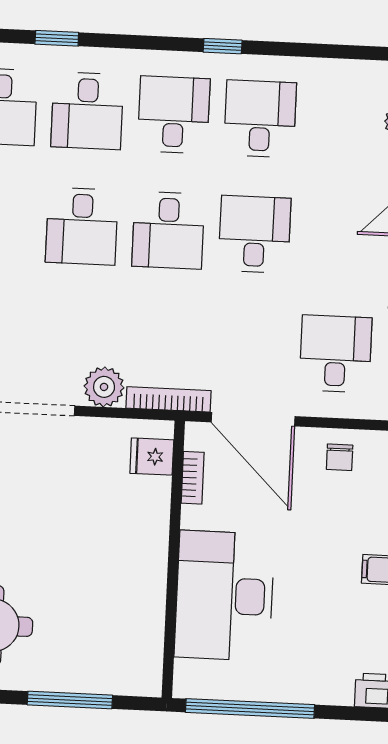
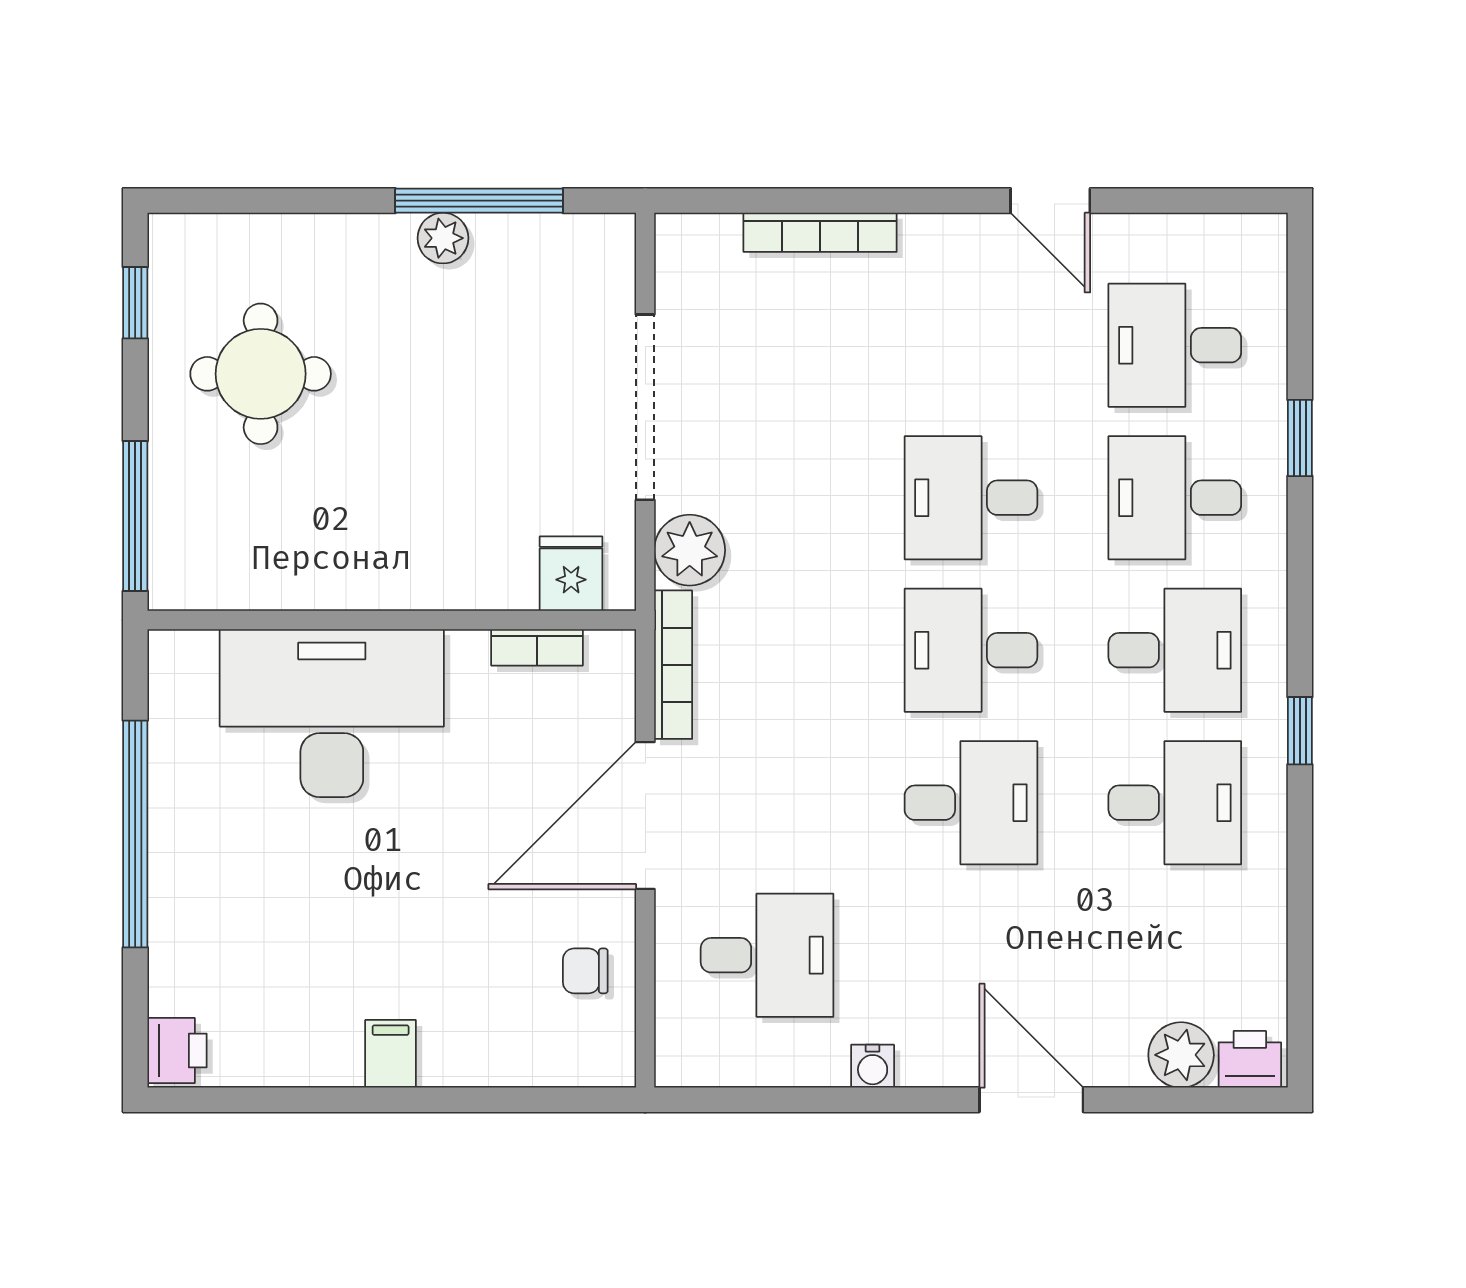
fridge: (152, 457) -> (571, 574), moved
bookcase: (193, 478) -> (537, 647), moved
wall: (173, 559) -> (392, 620), moved
desk: (224, 596) -> (332, 713), moved

